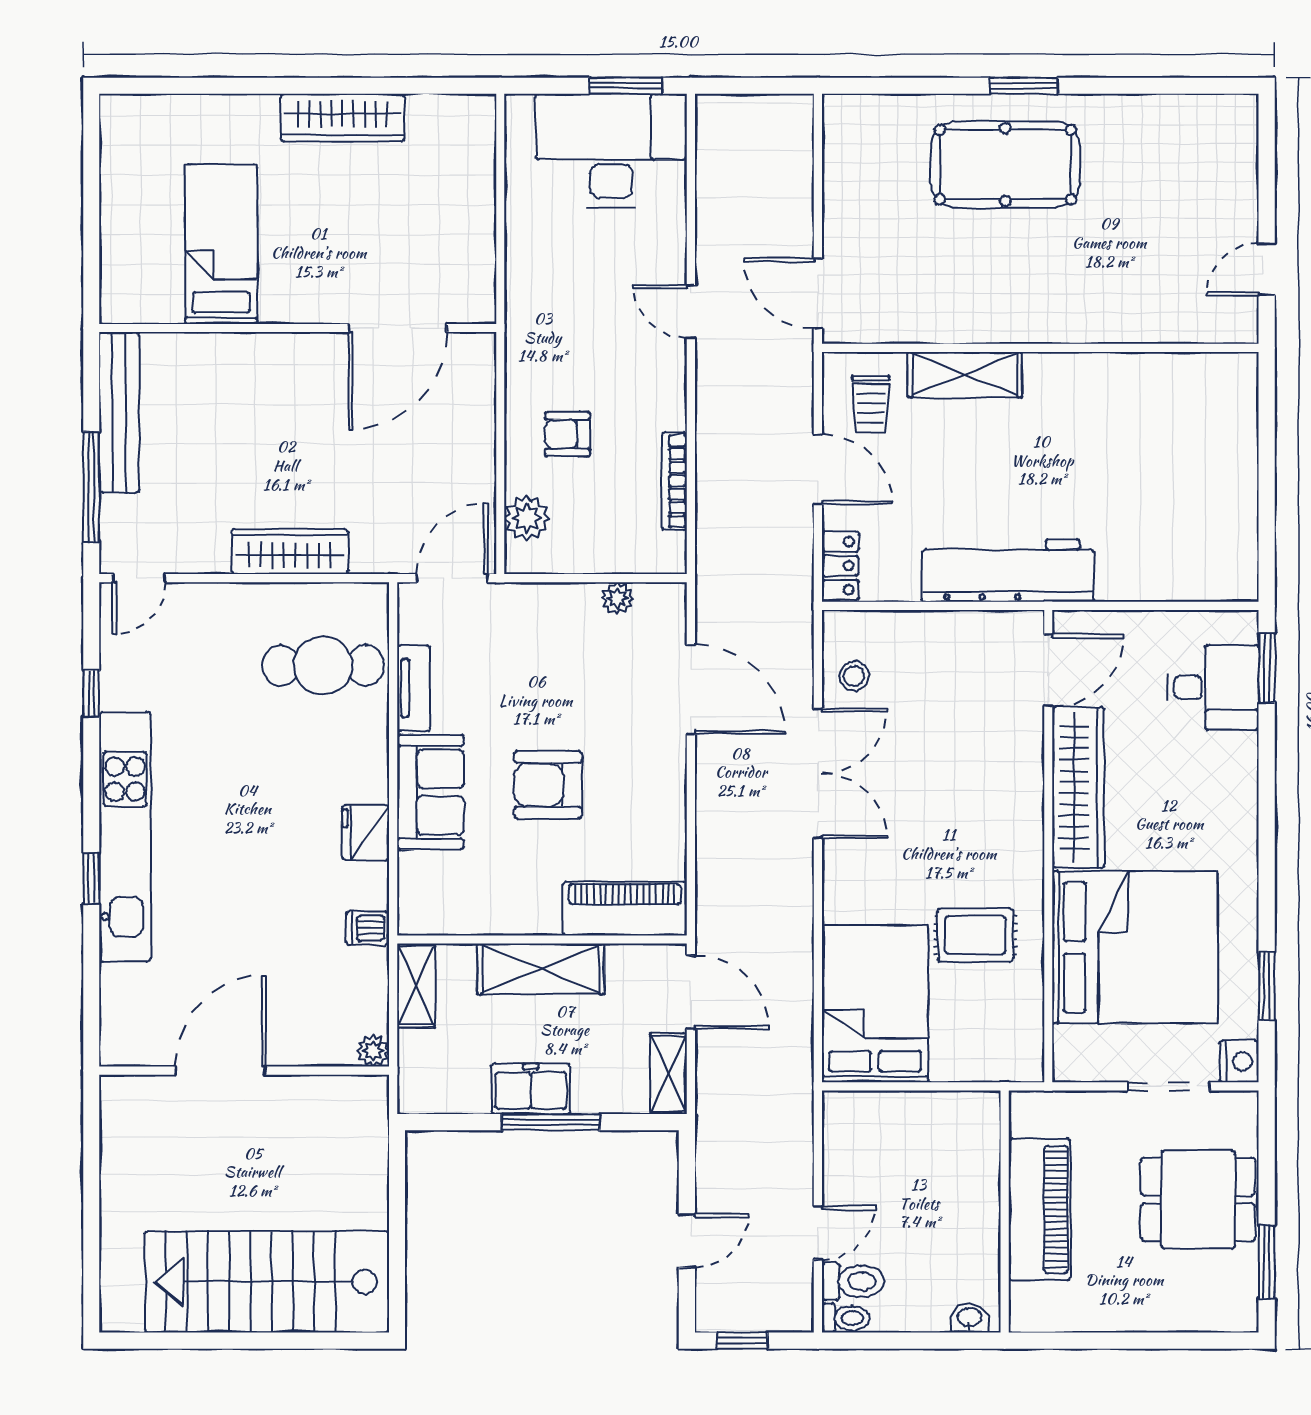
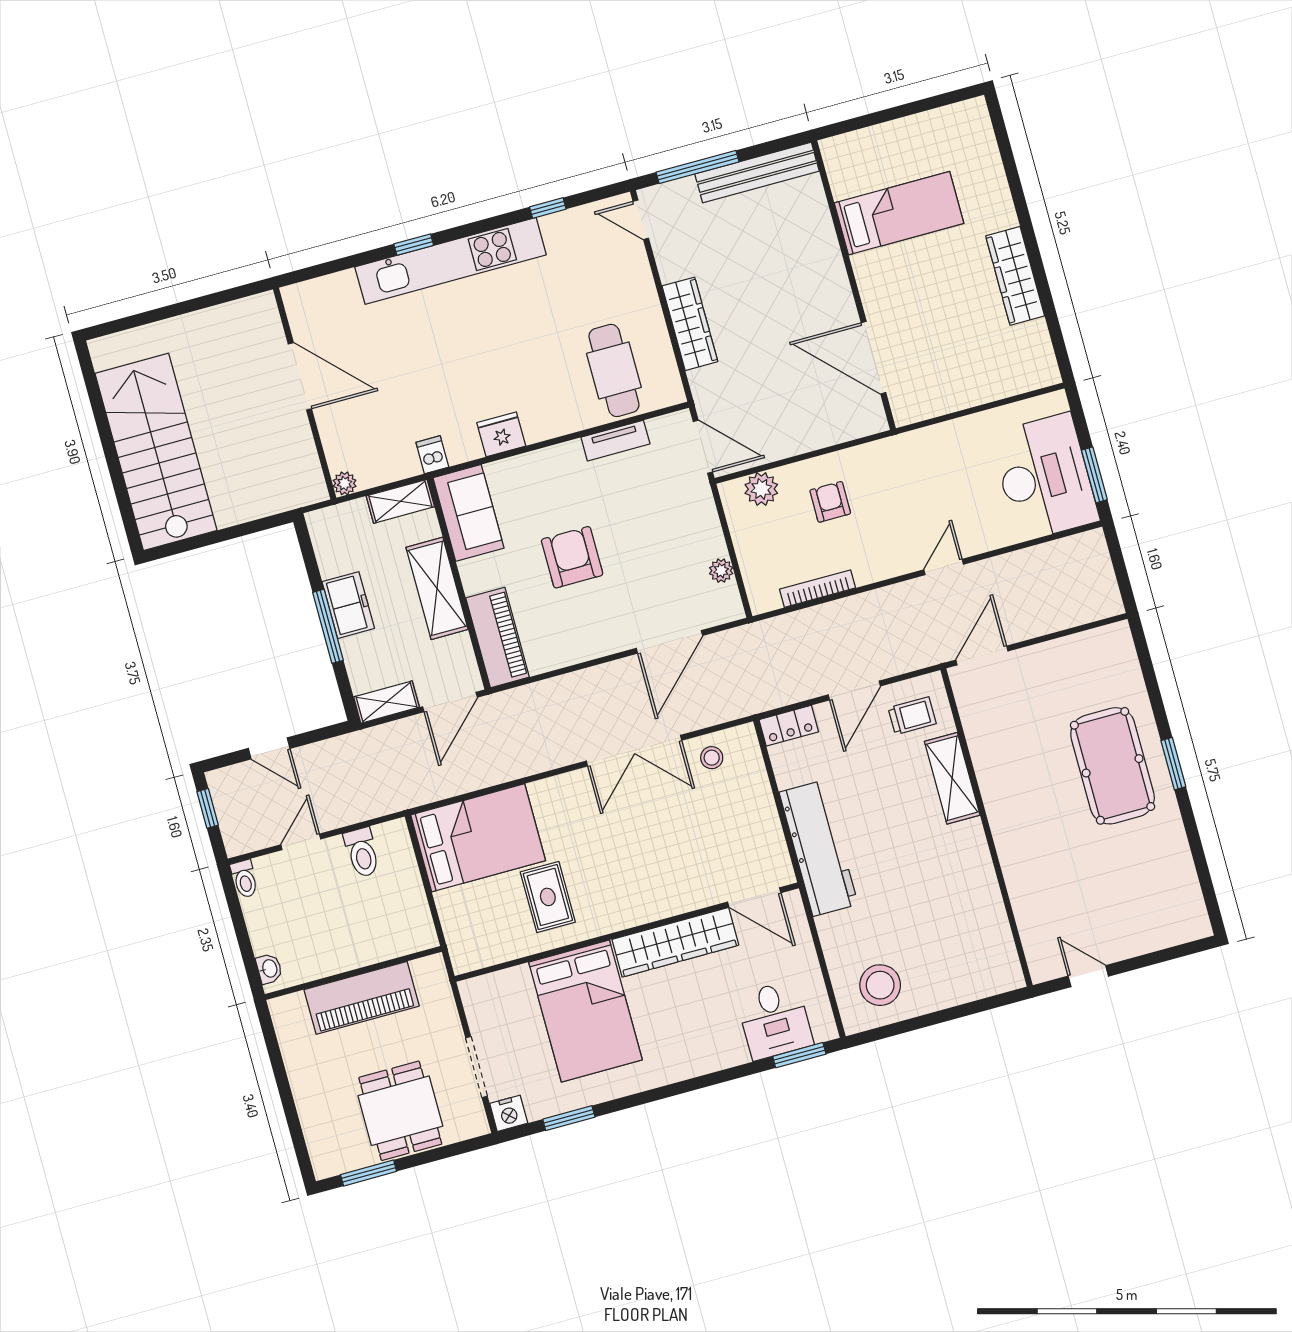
trolley: (871, 404) -> (912, 716), turned 180
stool: (1205, 540) -> (880, 985), added
sofa: (430, 792) -> (468, 513), moved, turned -90
bed: (1135, 947) -> (585, 1011), width x0.73
door: (818, 1233) -> (301, 842), swing flipped
toilet: (853, 1281) -> (362, 852), moved

